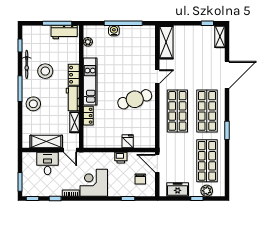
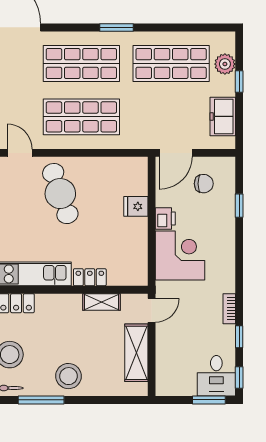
workbench: (73, 99) -> (59, 305), removed
desk: (48, 163) -> (216, 376), moved, turned -90
corner desk: (94, 183) -> (180, 256), moved, turned 180

